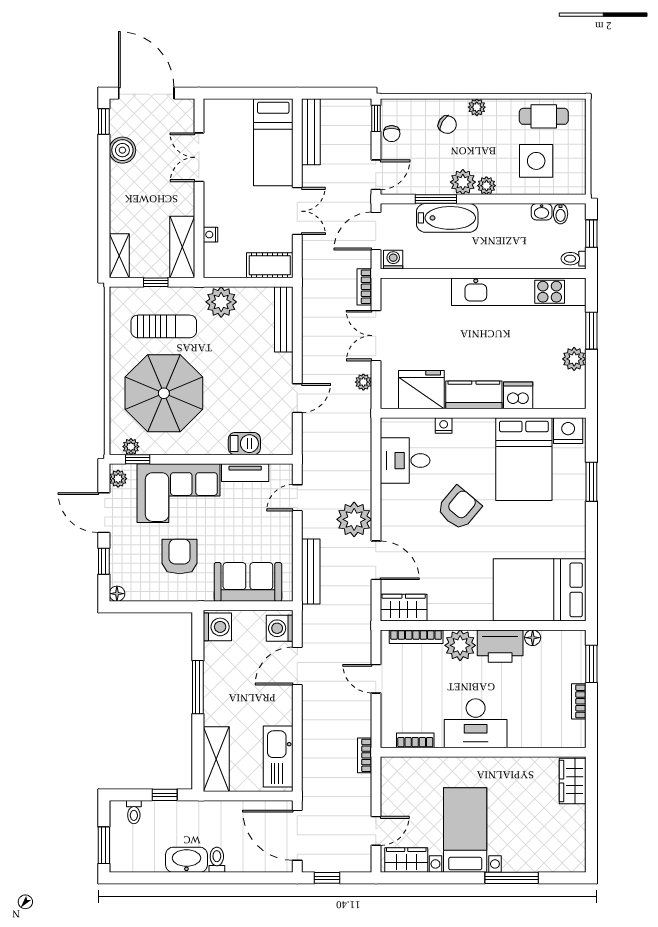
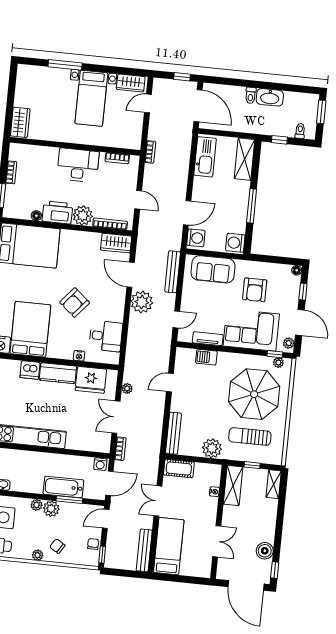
double door: (376, 336) -> (116, 417), swing flipped

